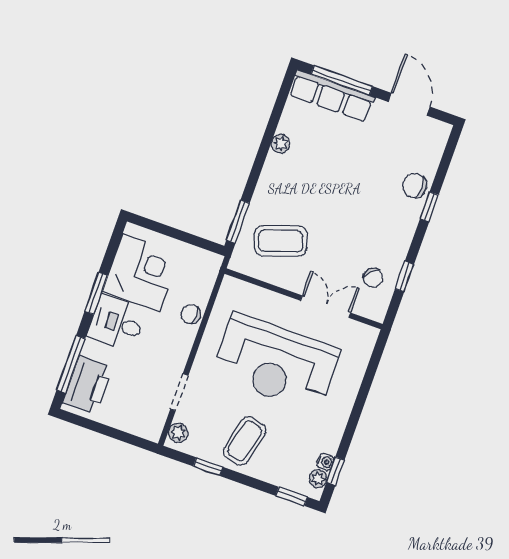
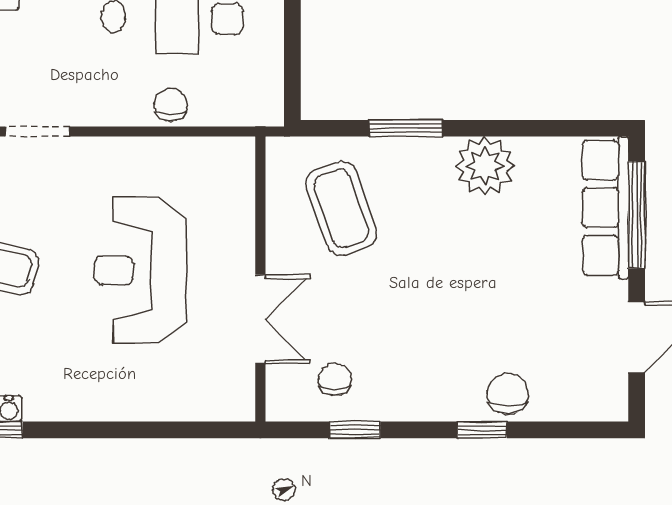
plant: (281, 144) -> (485, 166), width x1.87, depth x1.87
window: (238, 222) -> (406, 128), moved
chair: (373, 278) -> (335, 379), turned 135
reception desk: (275, 363) -> (141, 270), width x0.74, depth x0.77

